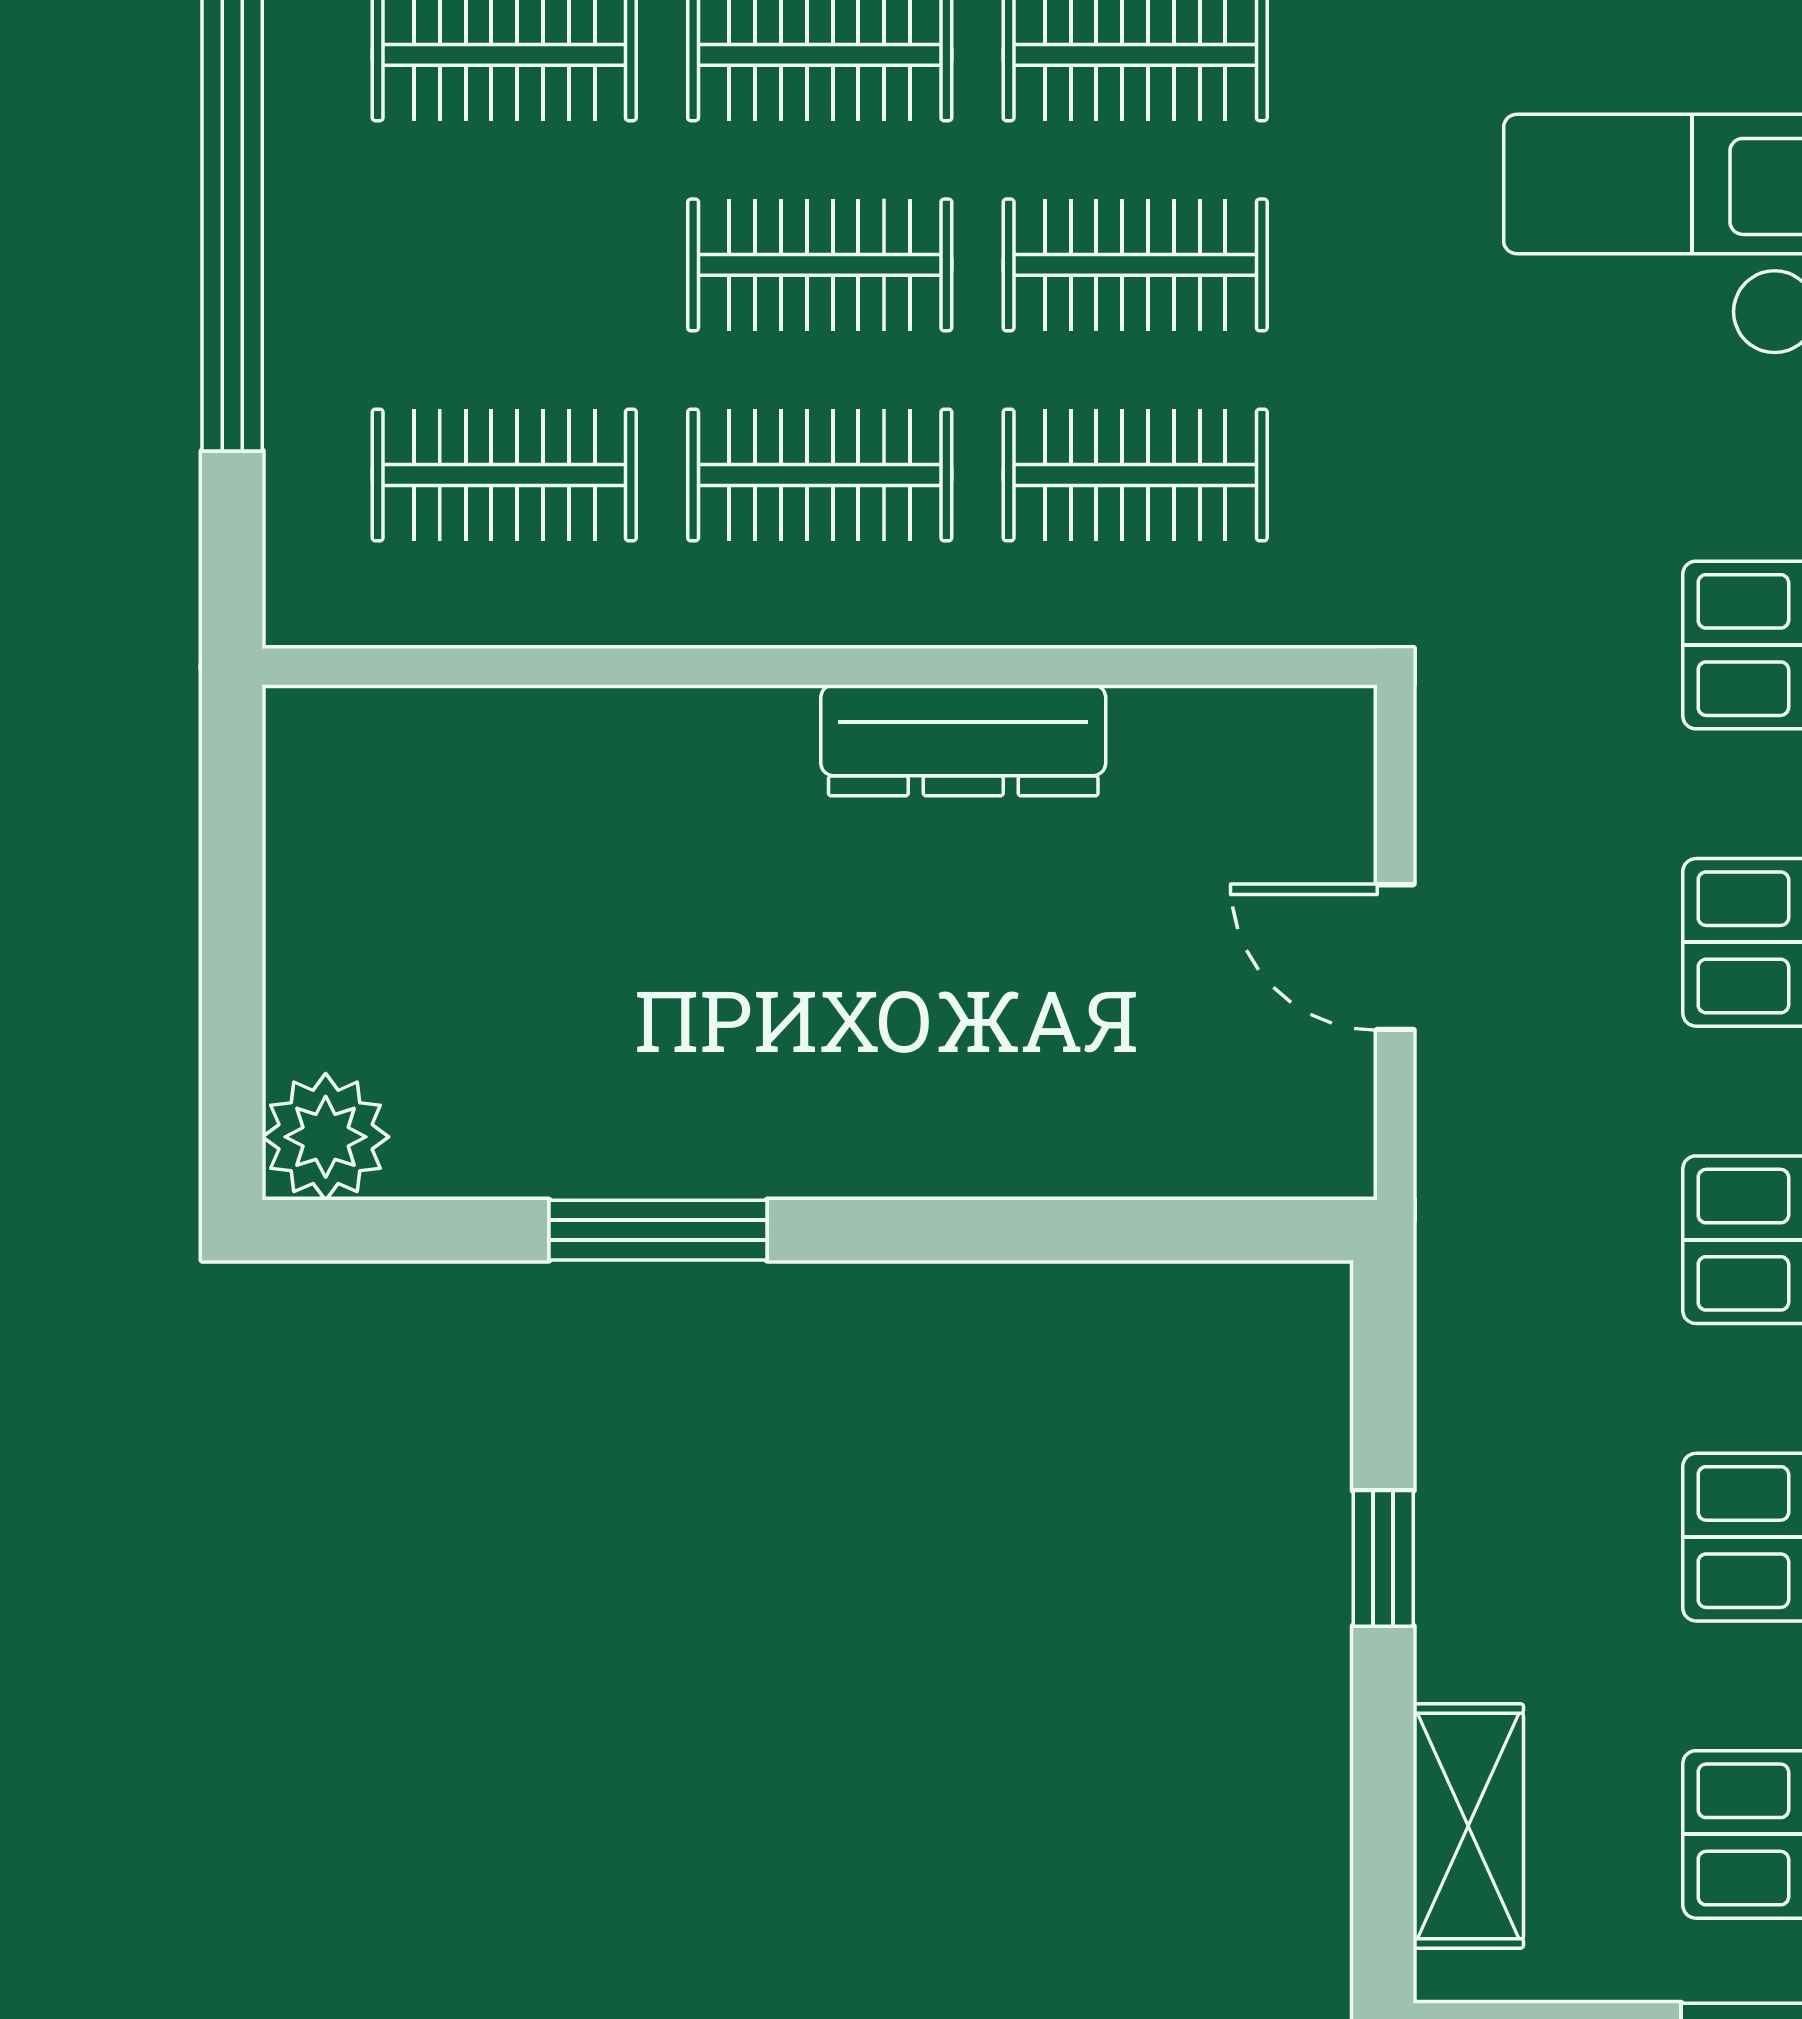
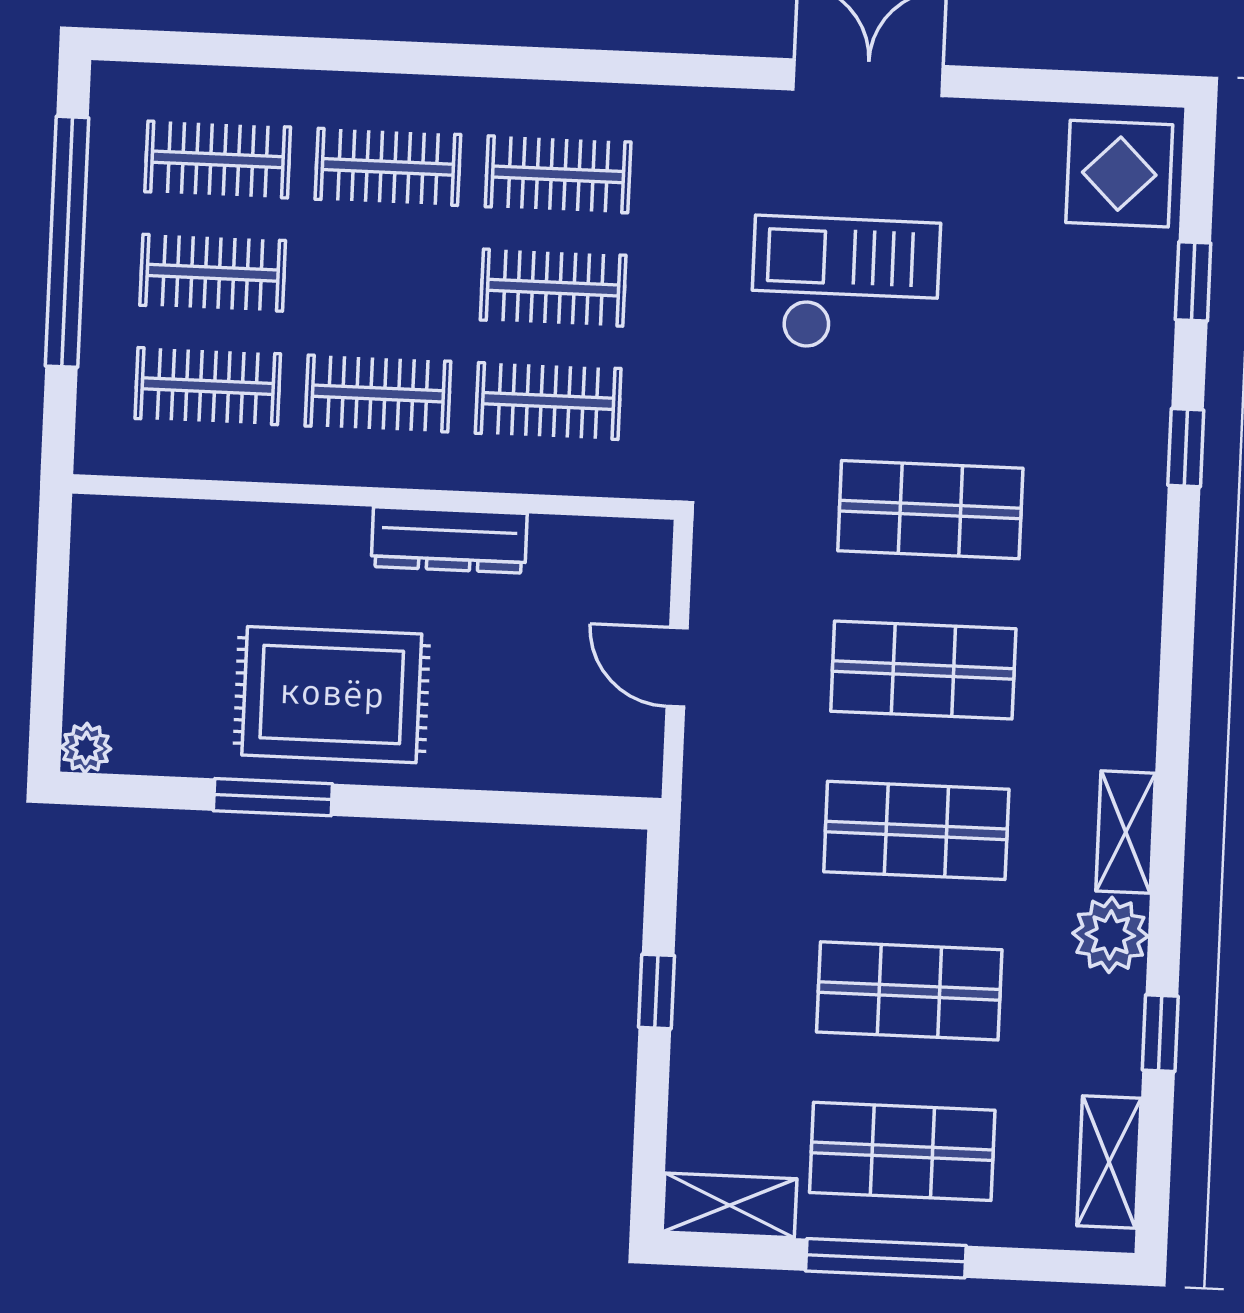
clothes rail: (820, 265) -> (213, 273), moved
rug: (759, 1036) -> (332, 695), added
plant: (326, 1137) -> (86, 748), width x0.73, depth x0.73
shelving: (1468, 1826) -> (729, 1205), moved, turned 90

